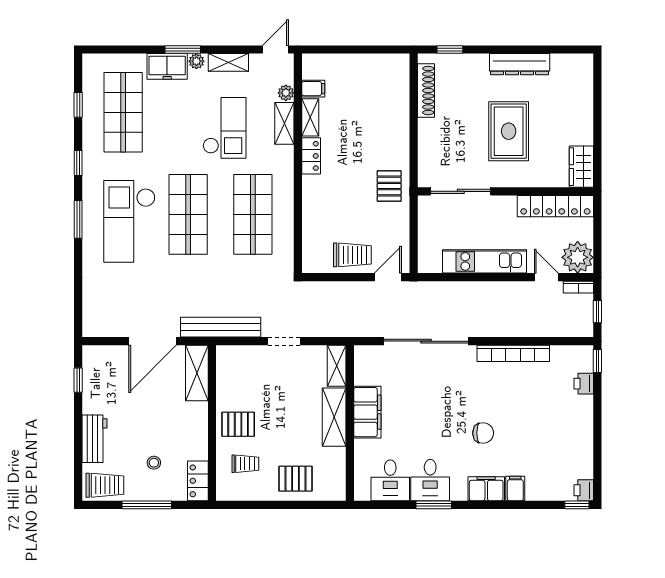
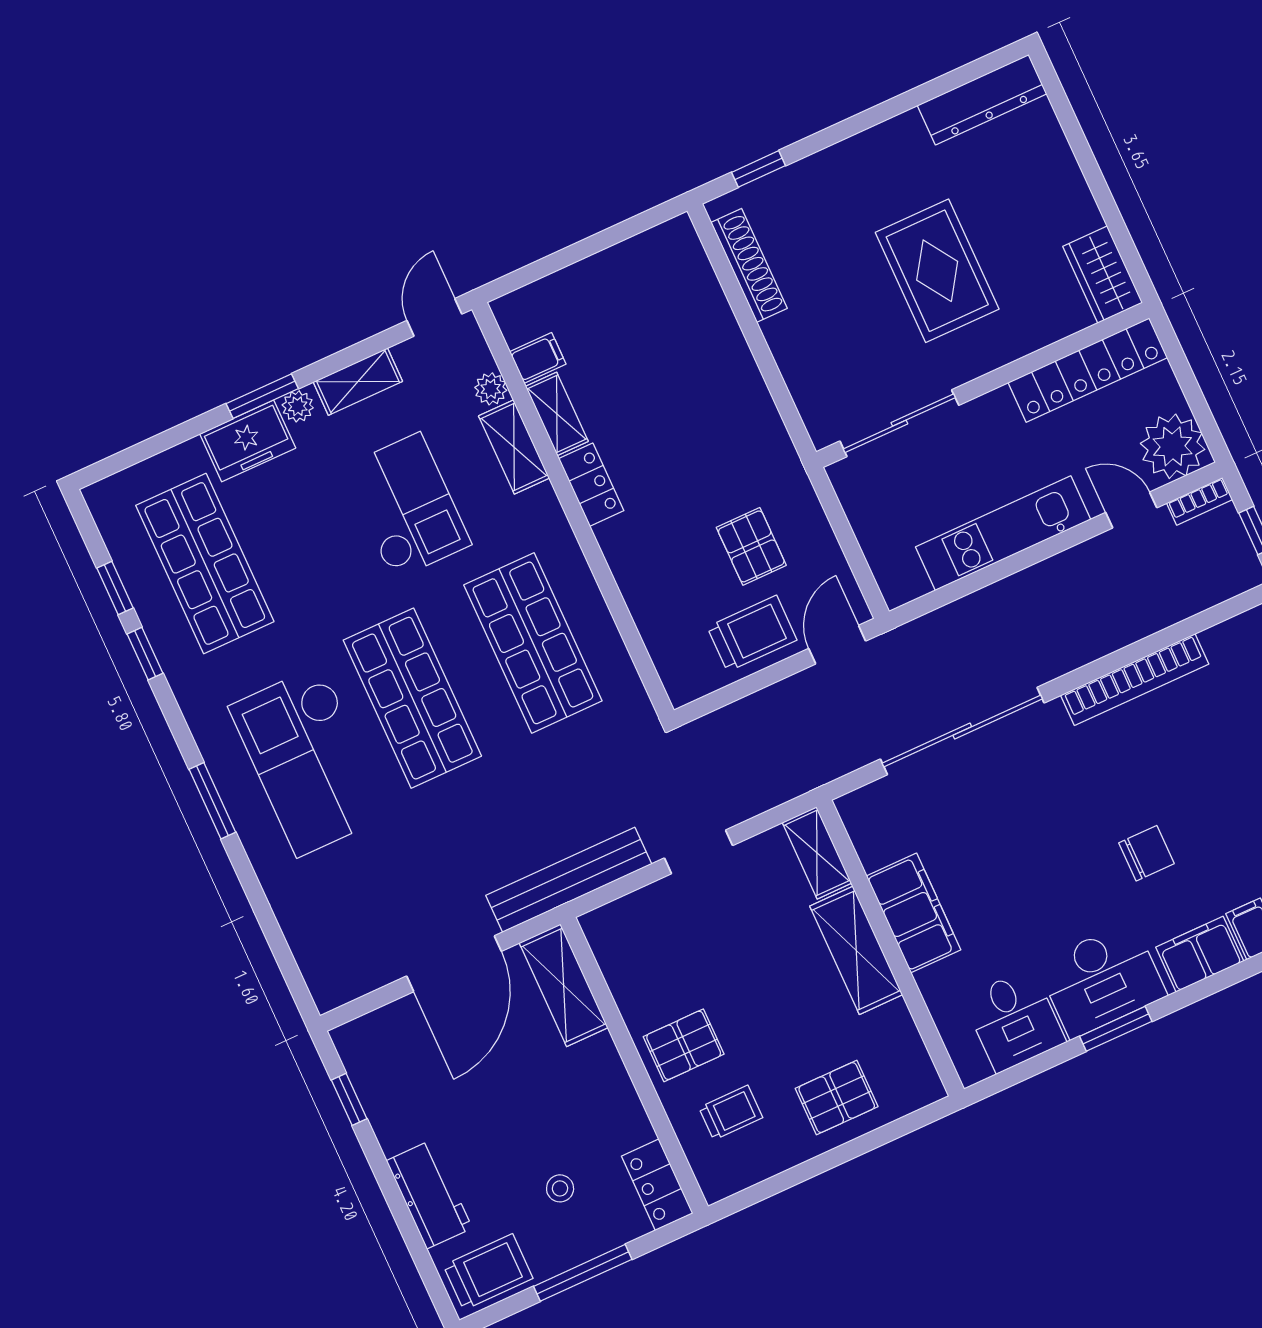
dresser: (520, 64) -> (982, 100), moved
window: (78, 163) -> (145, 654), moved
pallet: (389, 186) -> (751, 546), moved
desk: (430, 480) -> (1102, 980), width x1.37

